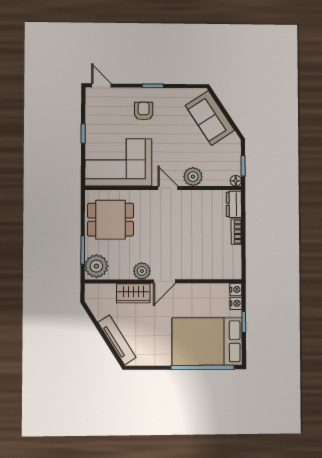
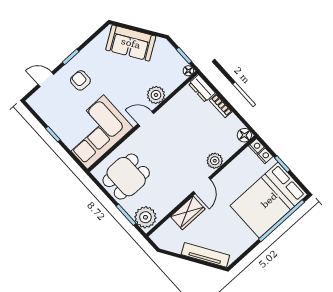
door: (101, 85) -> (46, 79), moved
plant: (142, 271) -> (215, 161), moved
floor lamp: (234, 272) -> (244, 135), added

